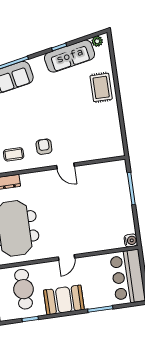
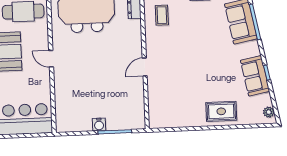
sofa: (70, 56) -> (255, 76), width x0.73
armchair: (44, 147) -> (167, 47), removed
water cooler: (131, 240) -> (99, 124), moved

